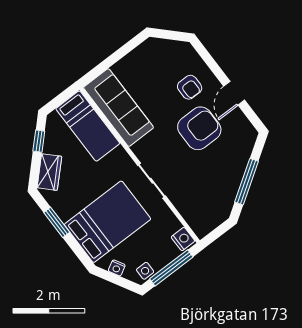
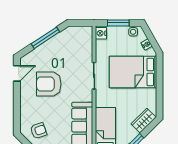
armchair: (190, 87) -> (38, 131), moved, turned 71
door: (234, 93) -> (17, 73), moved
window: (57, 222) -> (160, 92), removed
window: (171, 268) -> (118, 23), width x0.69

